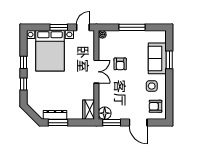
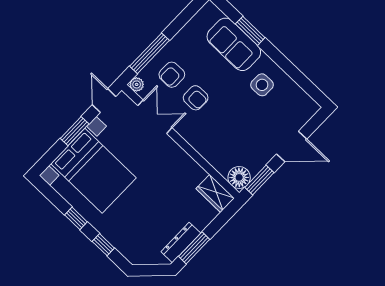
window: (132, 27) -> (150, 53), moved
double door: (96, 72) -> (155, 117), moved
armchair: (155, 106) -> (172, 75), moved

